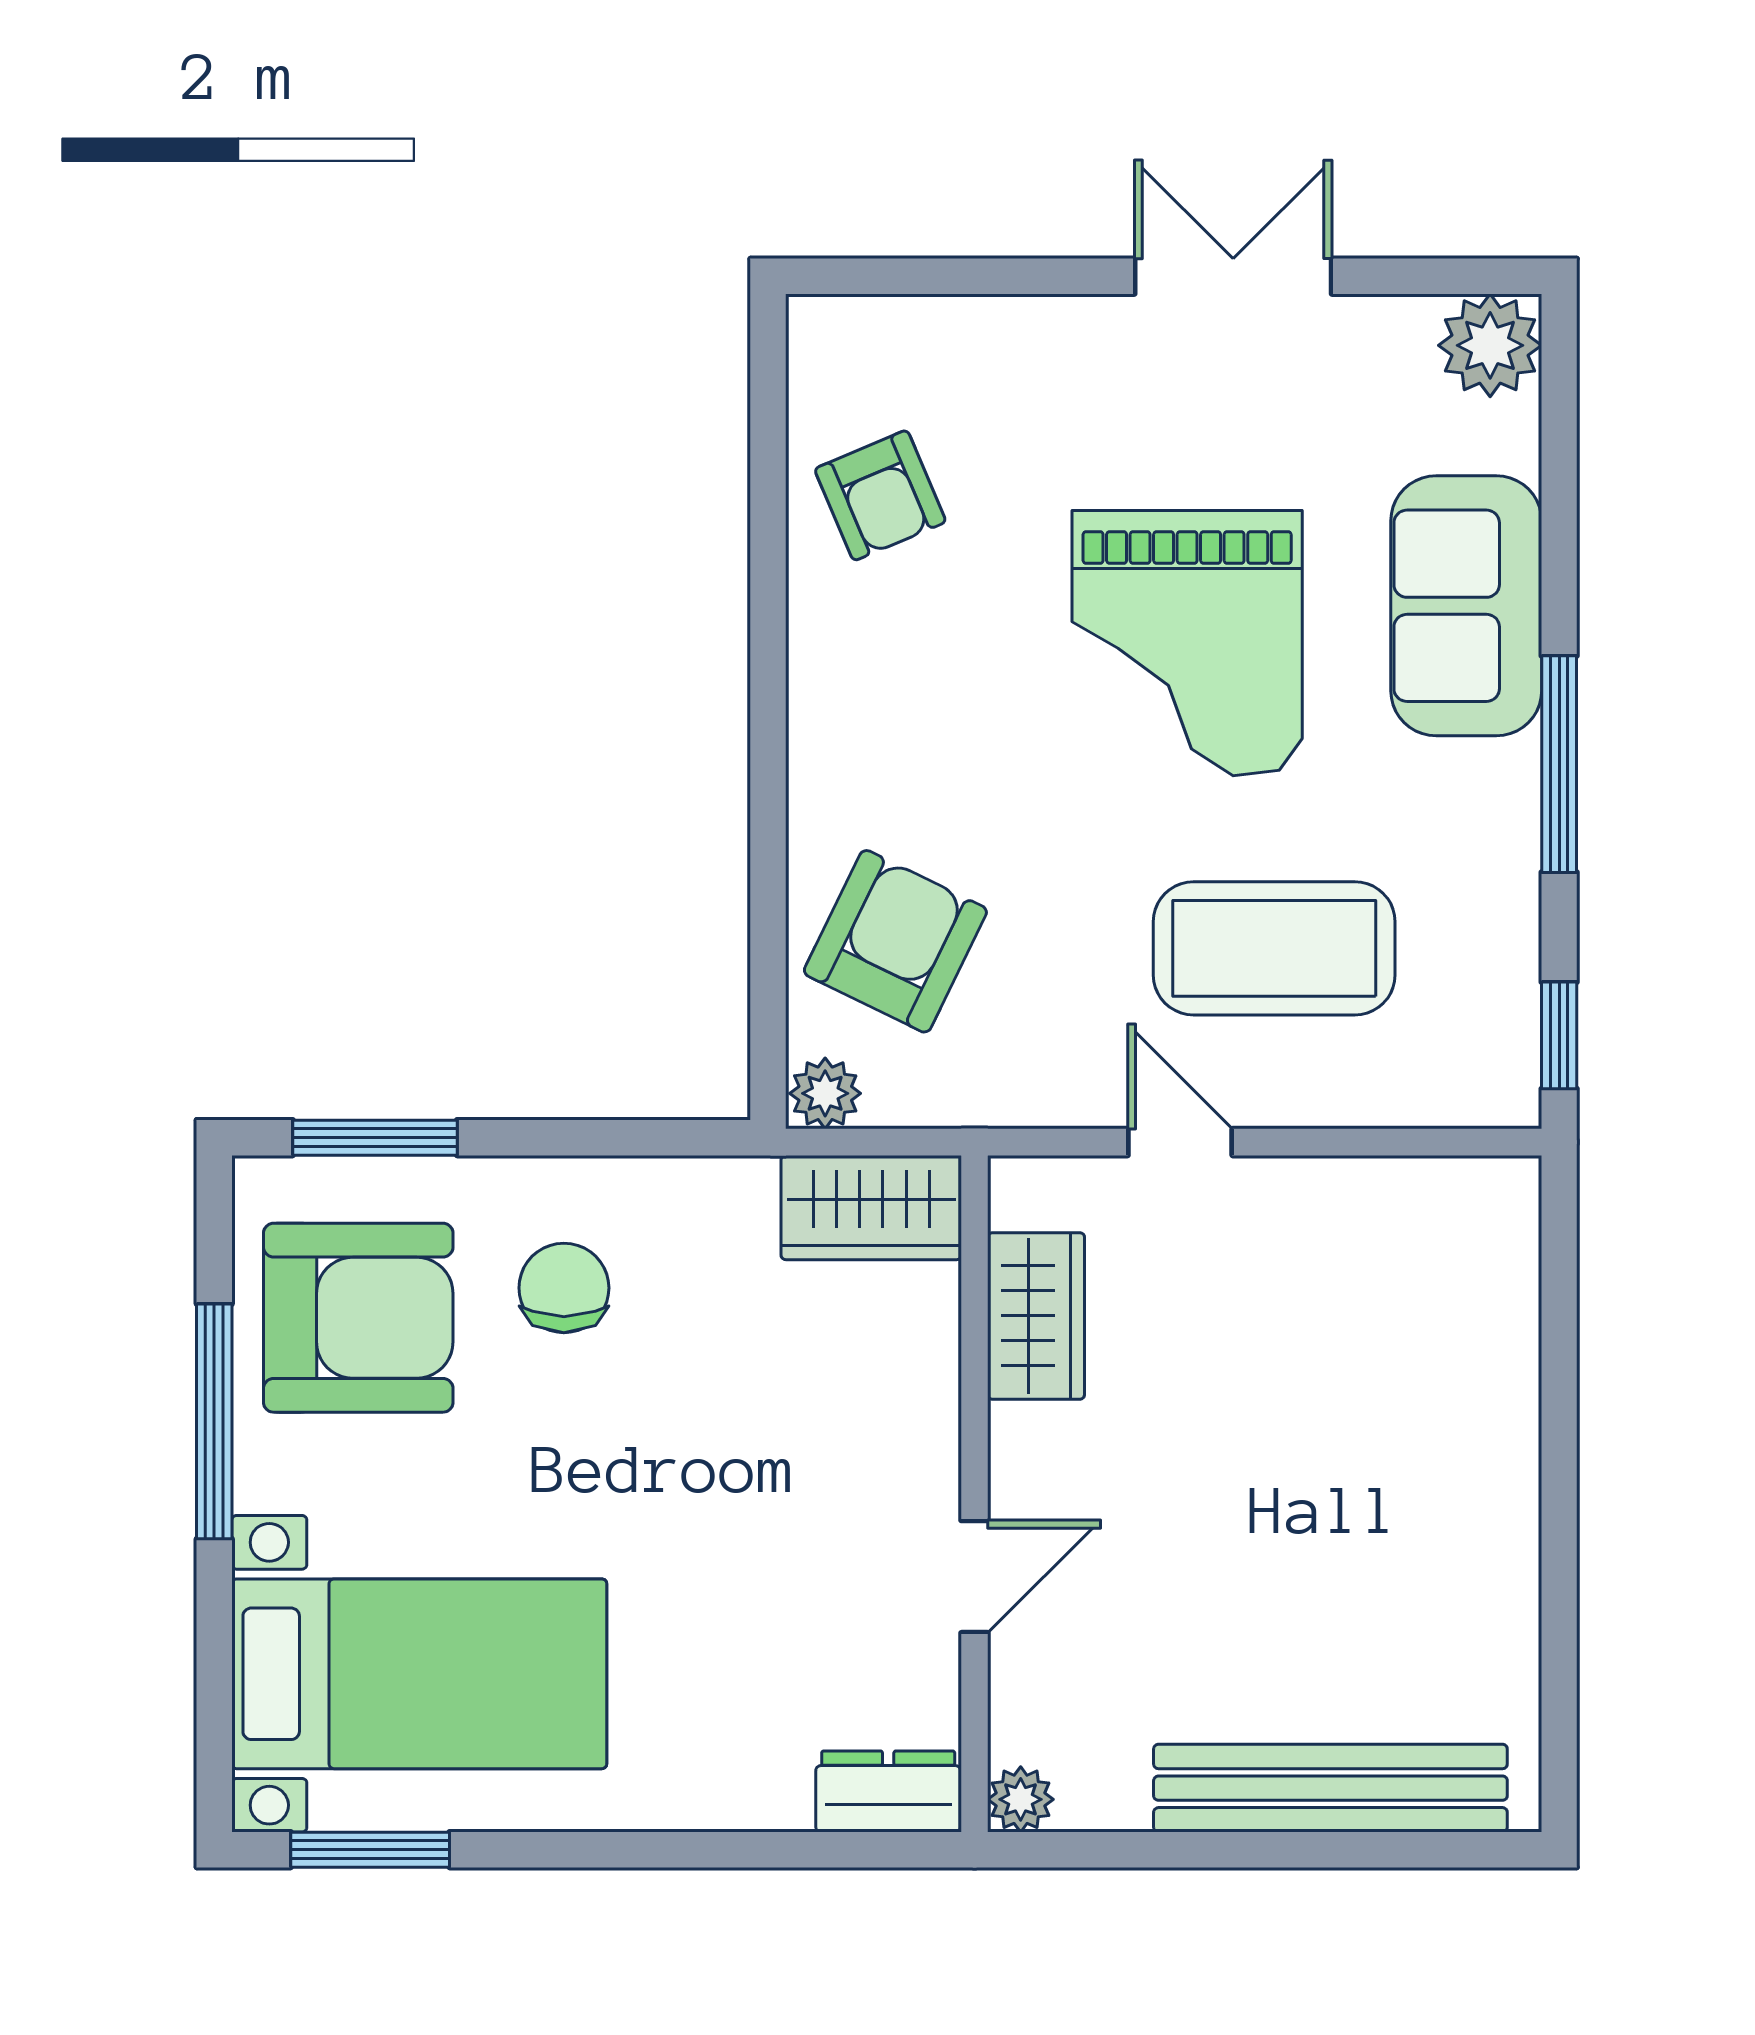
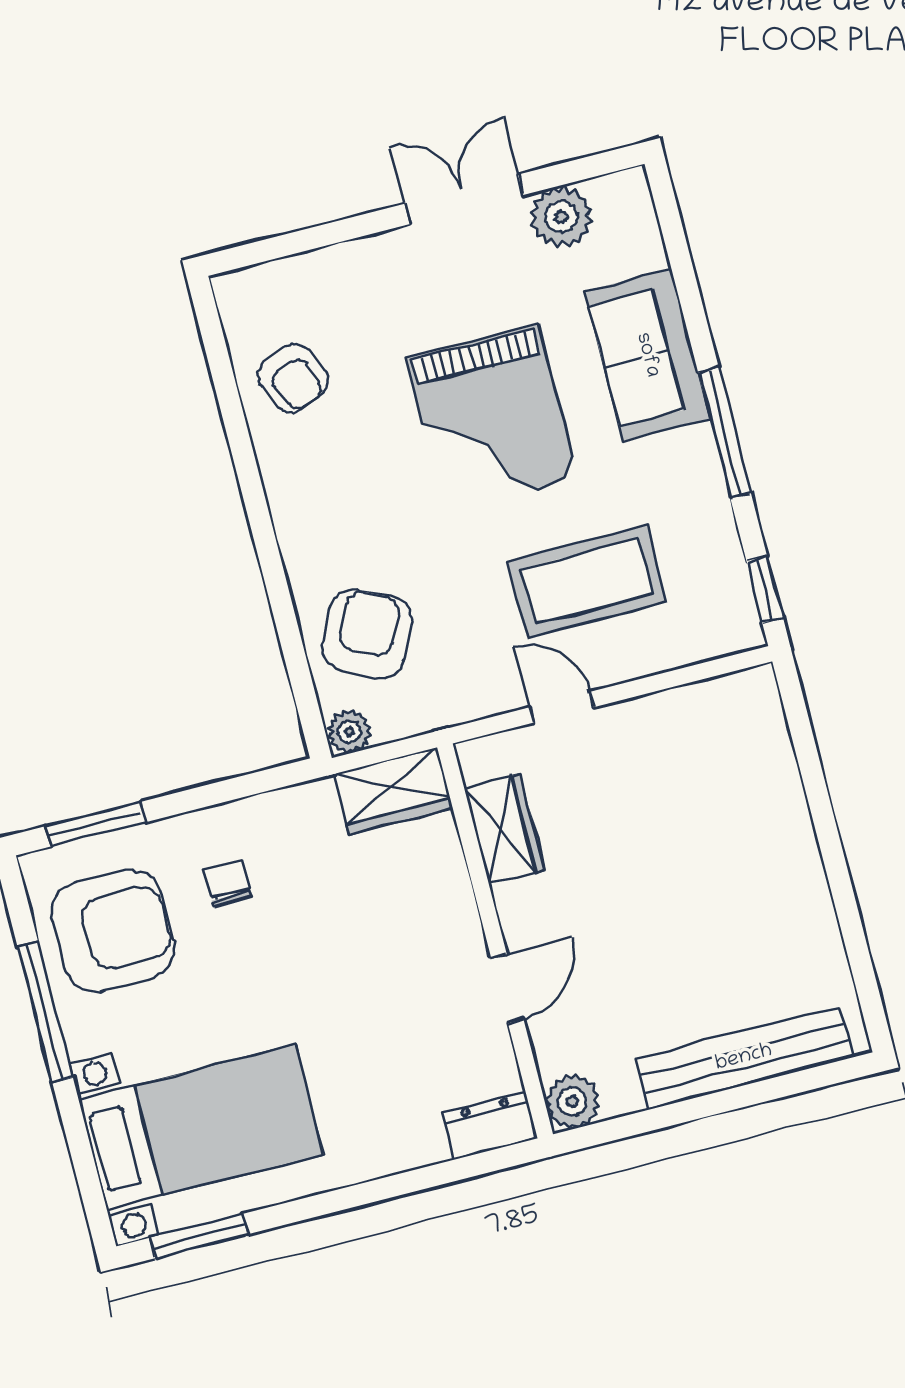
plant: (1490, 345) -> (561, 217), moved
chair: (564, 1288) -> (227, 883), width x0.73, depth x0.73
plant: (1021, 1799) -> (572, 1102), width x1.38, depth x1.38

